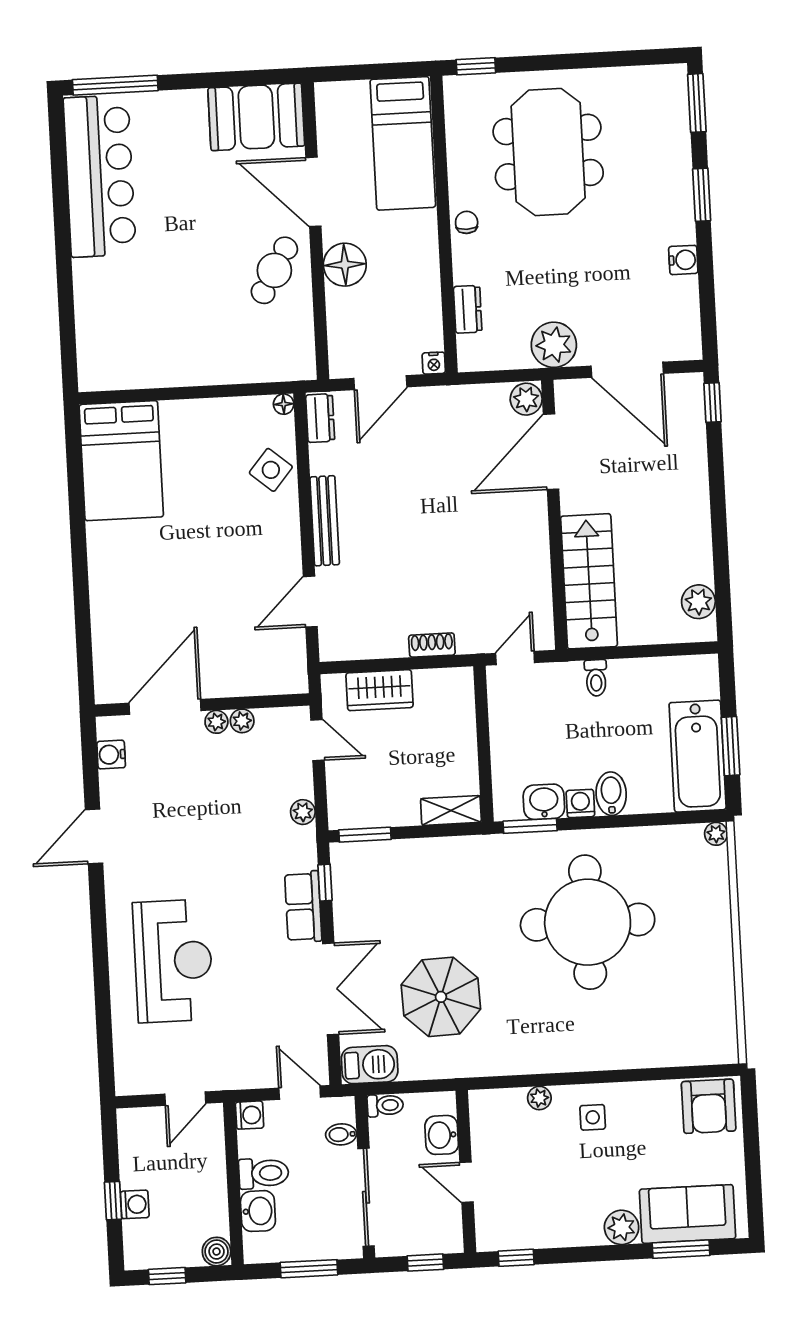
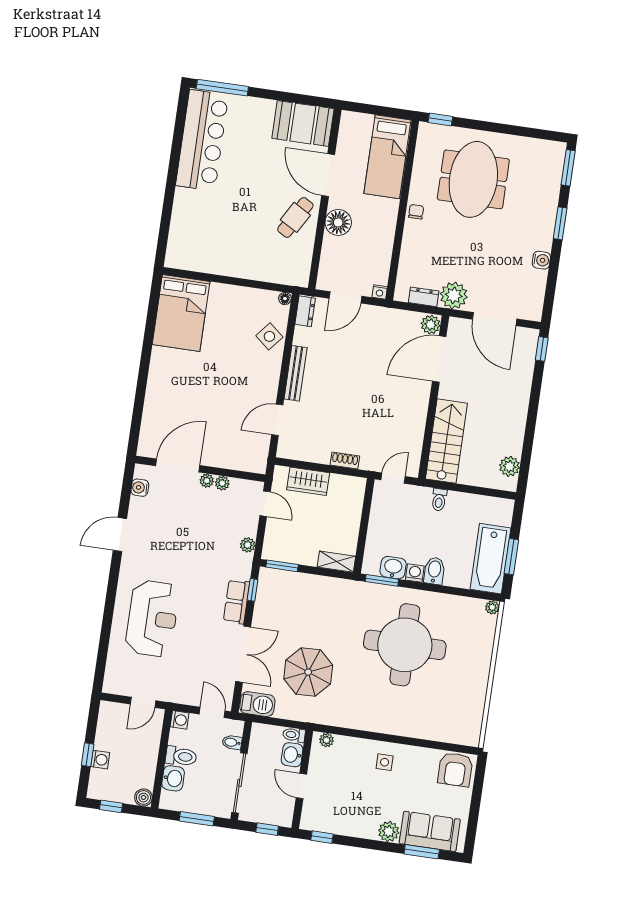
dresser: (468, 309) -> (424, 297), moved, turned -90
plant: (539, 1098) -> (326, 740), moved
toilet: (385, 1105) -> (294, 735), moved, turned 180

